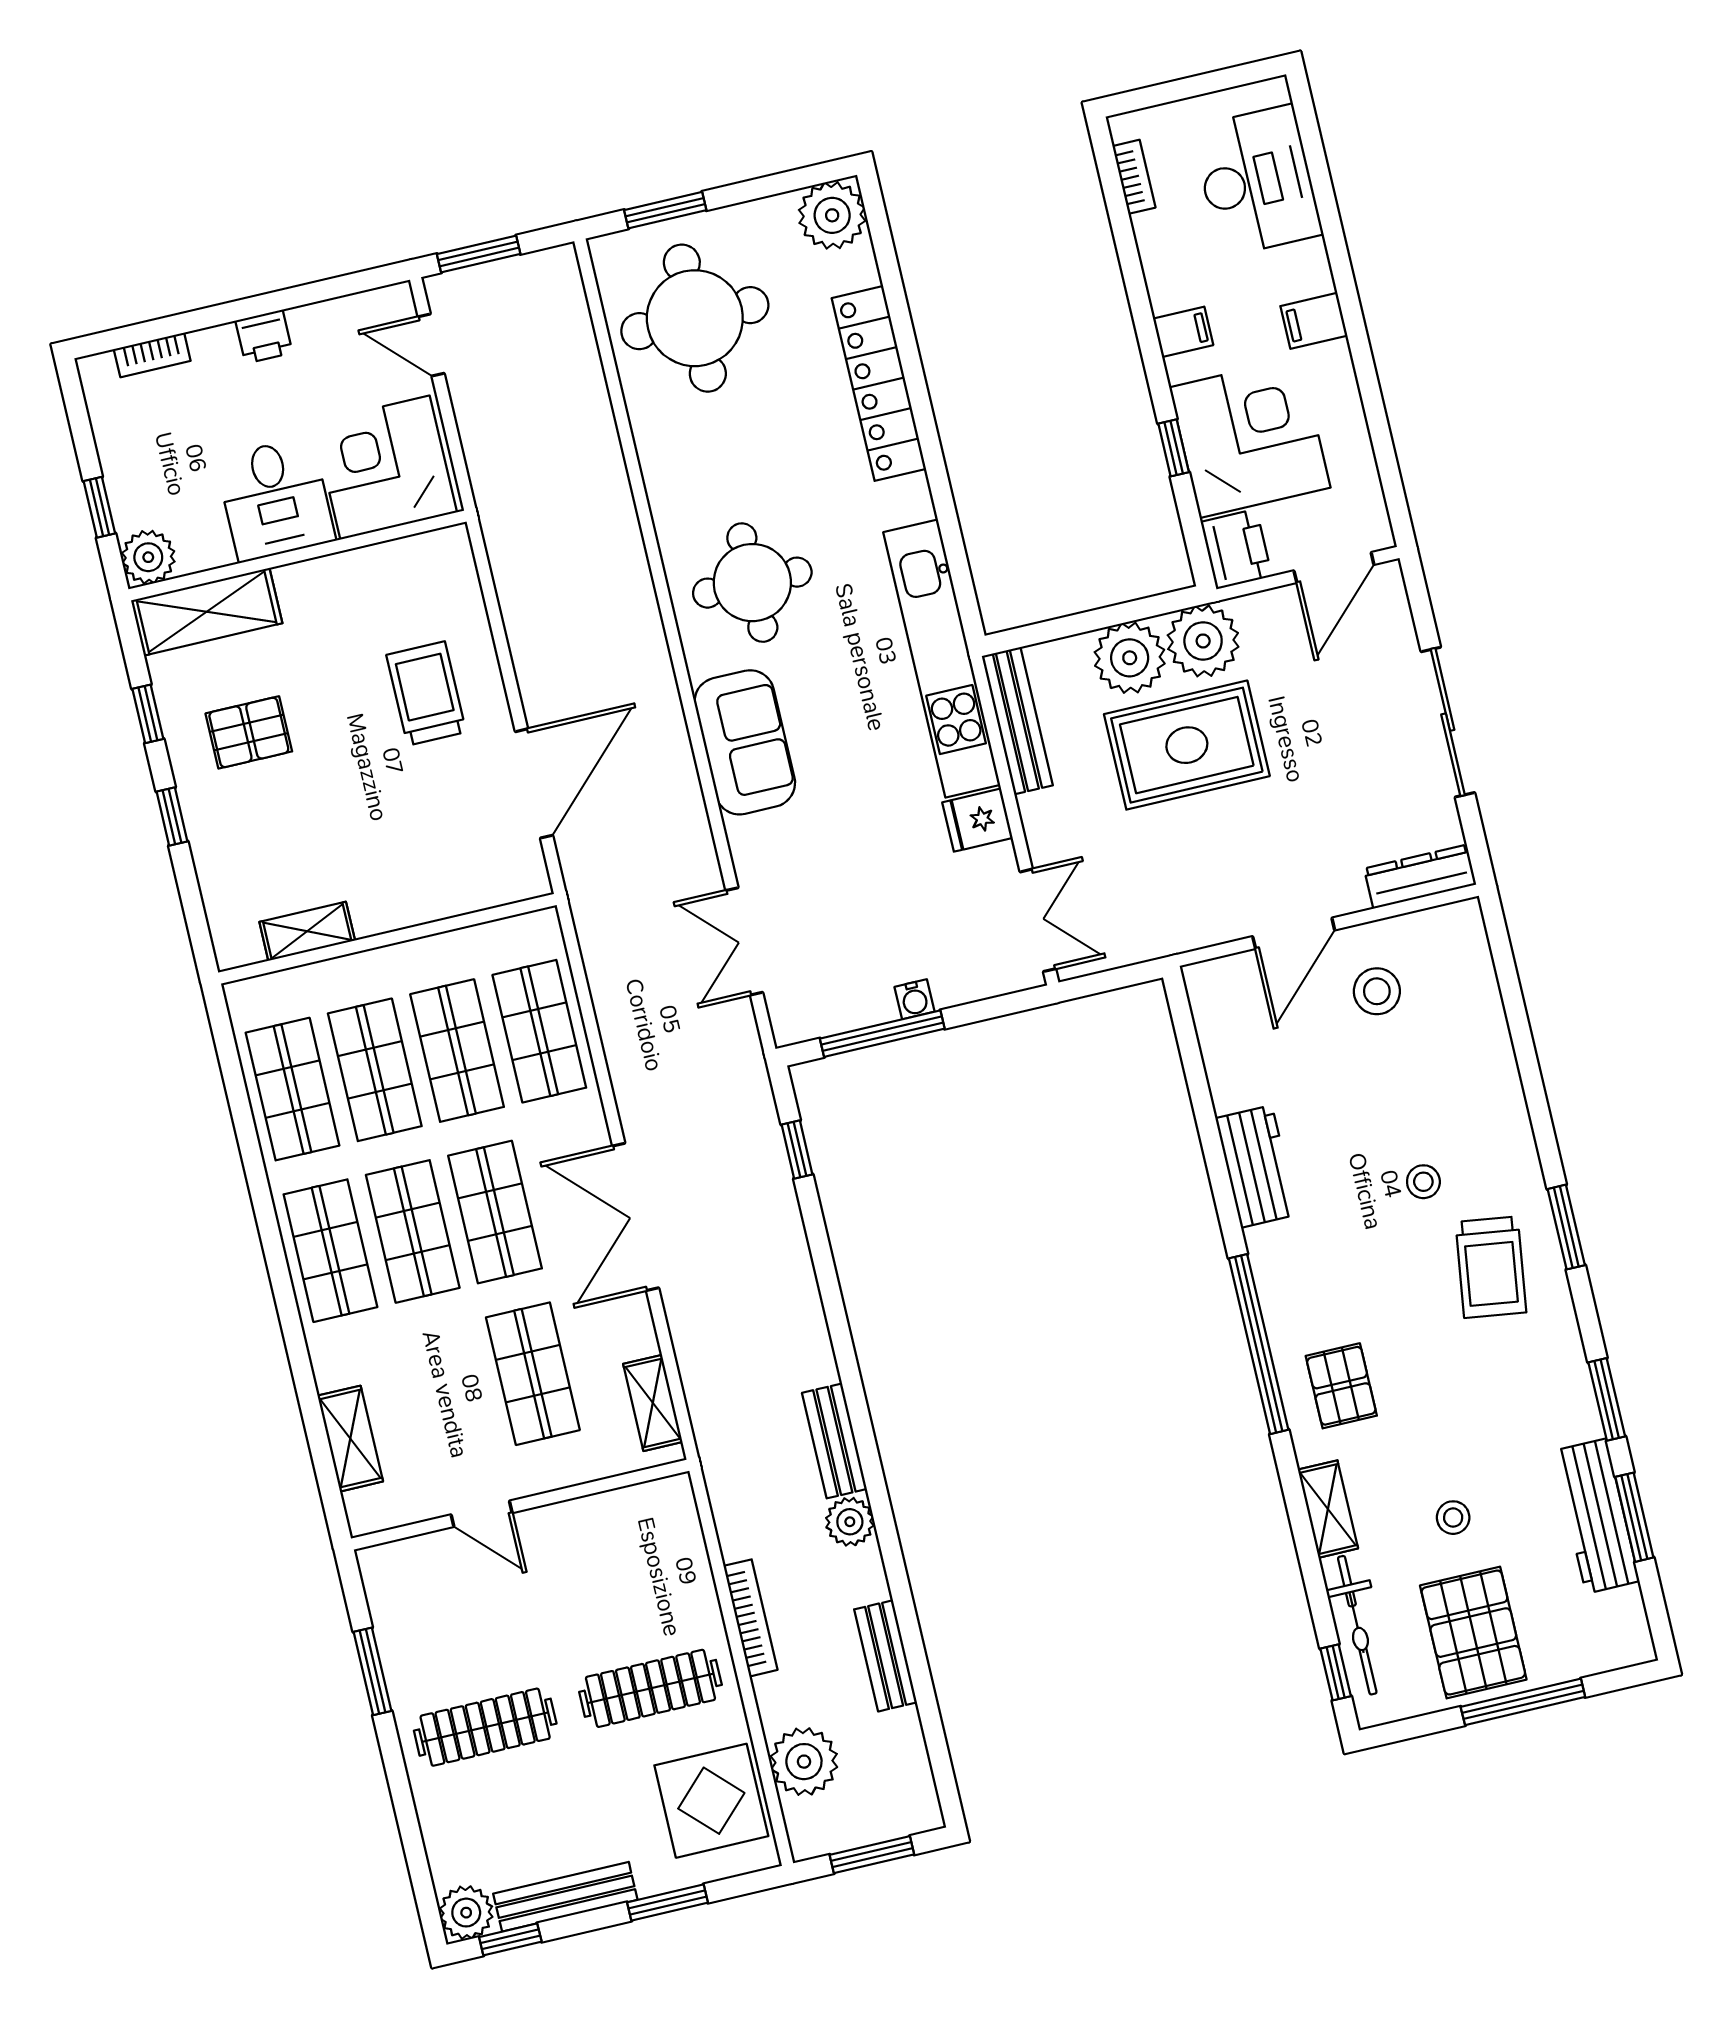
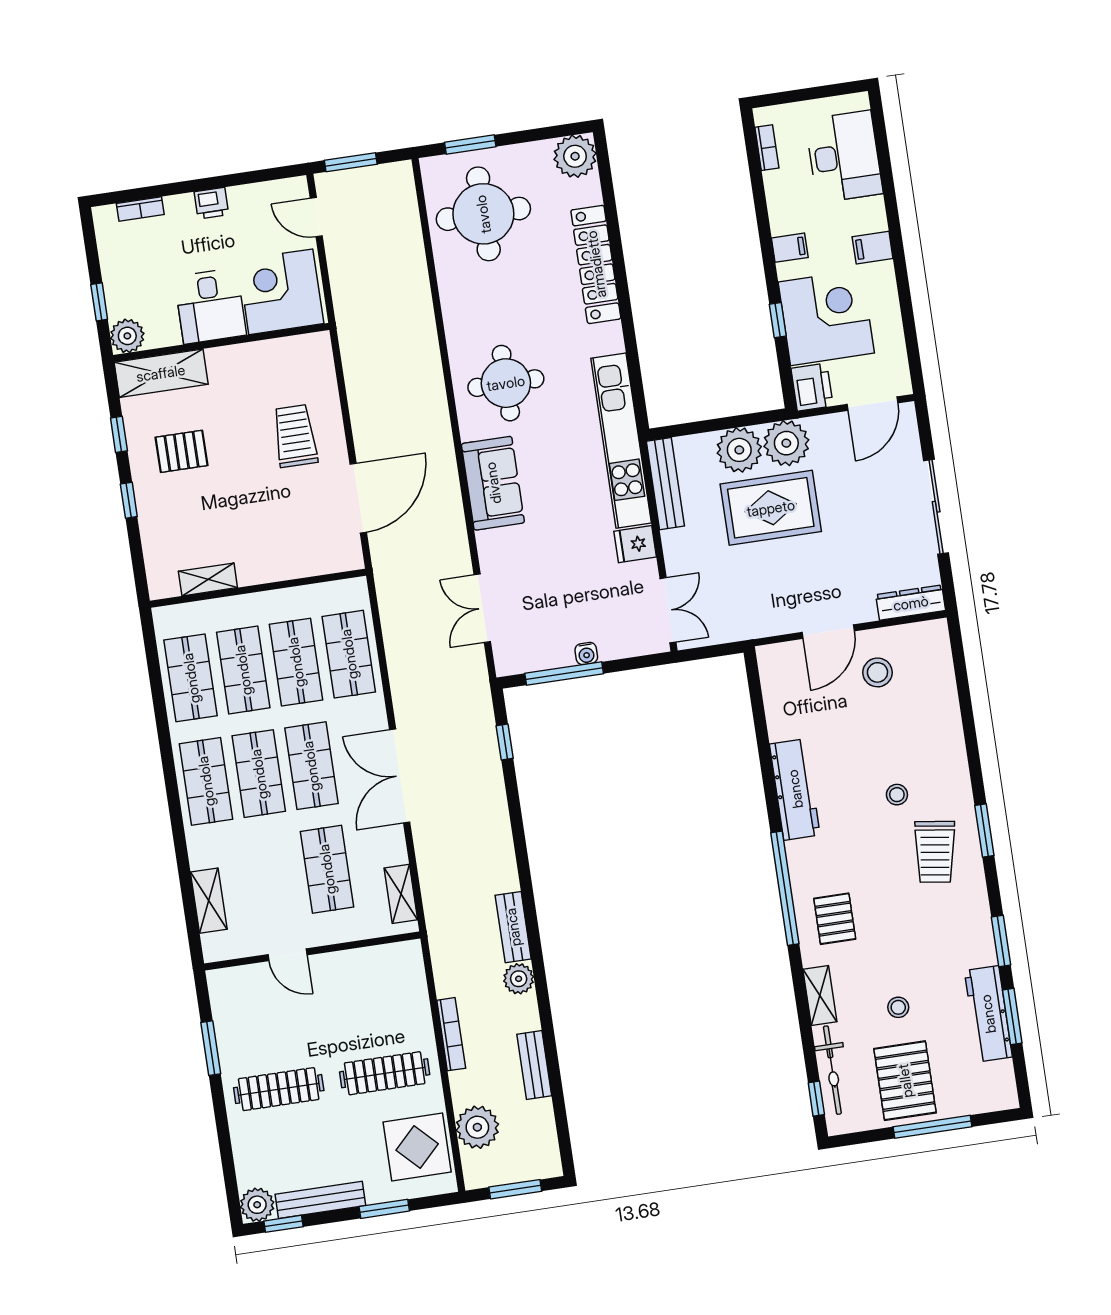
workbench: (1256, 1166) -> (795, 789), width x1.38

